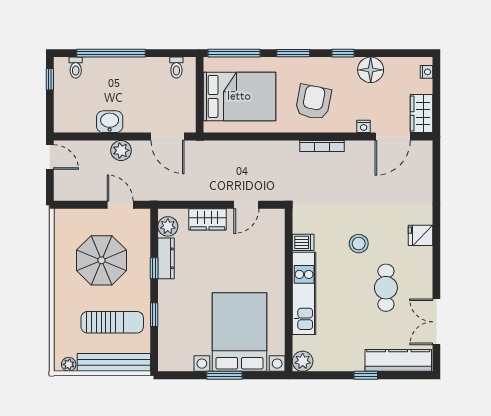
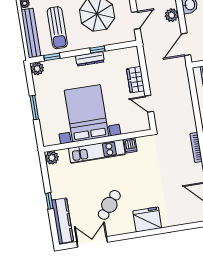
plant: (168, 226) -> (37, 69), moved
fridge: (421, 235) -> (147, 219), width x1.88, depth x1.34
stool: (359, 244) -> (136, 182), removed
dresser: (166, 258) -> (90, 59), moved
cafe table: (386, 288) -> (109, 205), turned -50
window: (154, 315) -> (52, 57), moved
bed with nightstands: (240, 332) -> (86, 113), moved, turned -90

